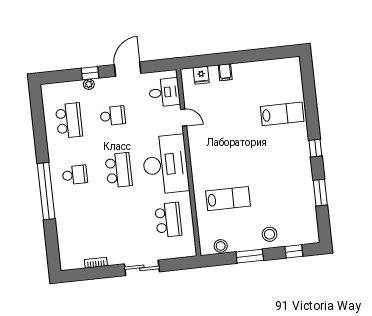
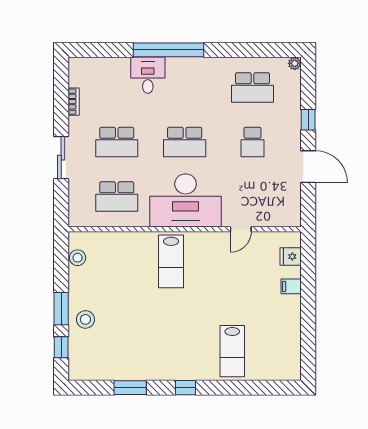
plant: (89, 84) -> (295, 63), moved
desk: (164, 92) -> (148, 75), moved, turned 180
school desk: (75, 175) -> (117, 142), moved, width x1.85
lab bench: (228, 199) -> (171, 261), moved
window: (250, 256) -> (61, 309), moved

